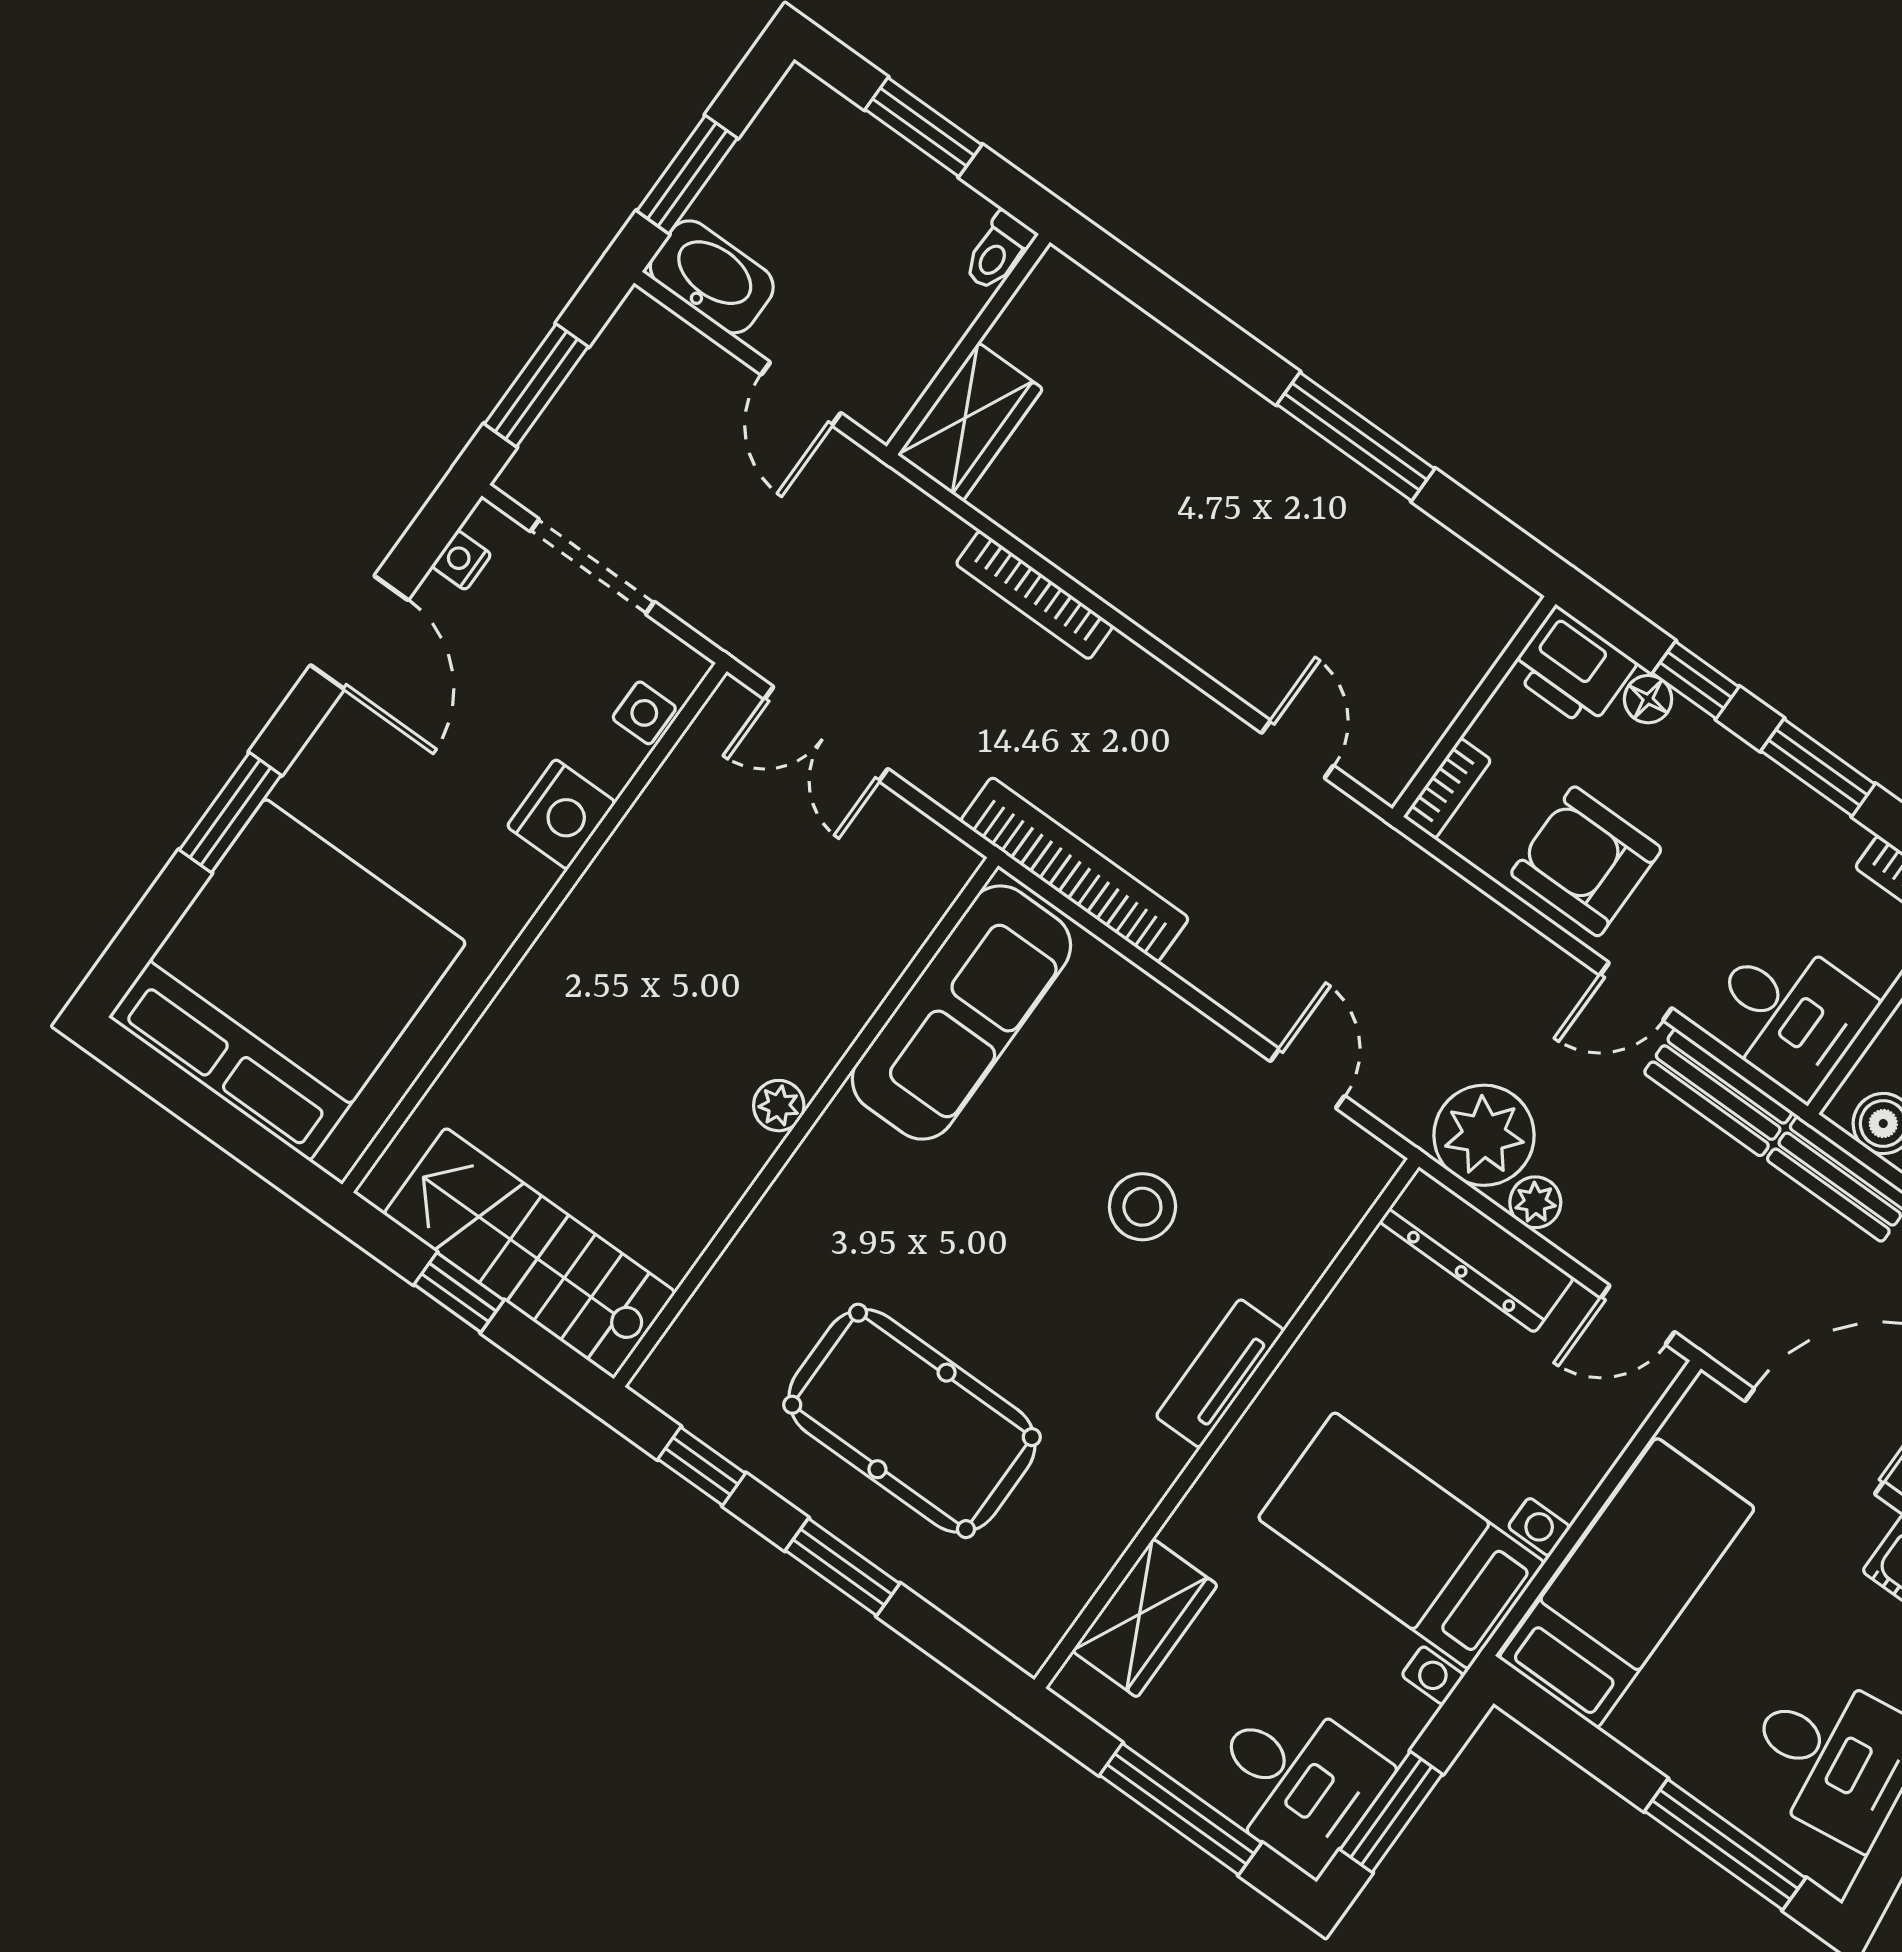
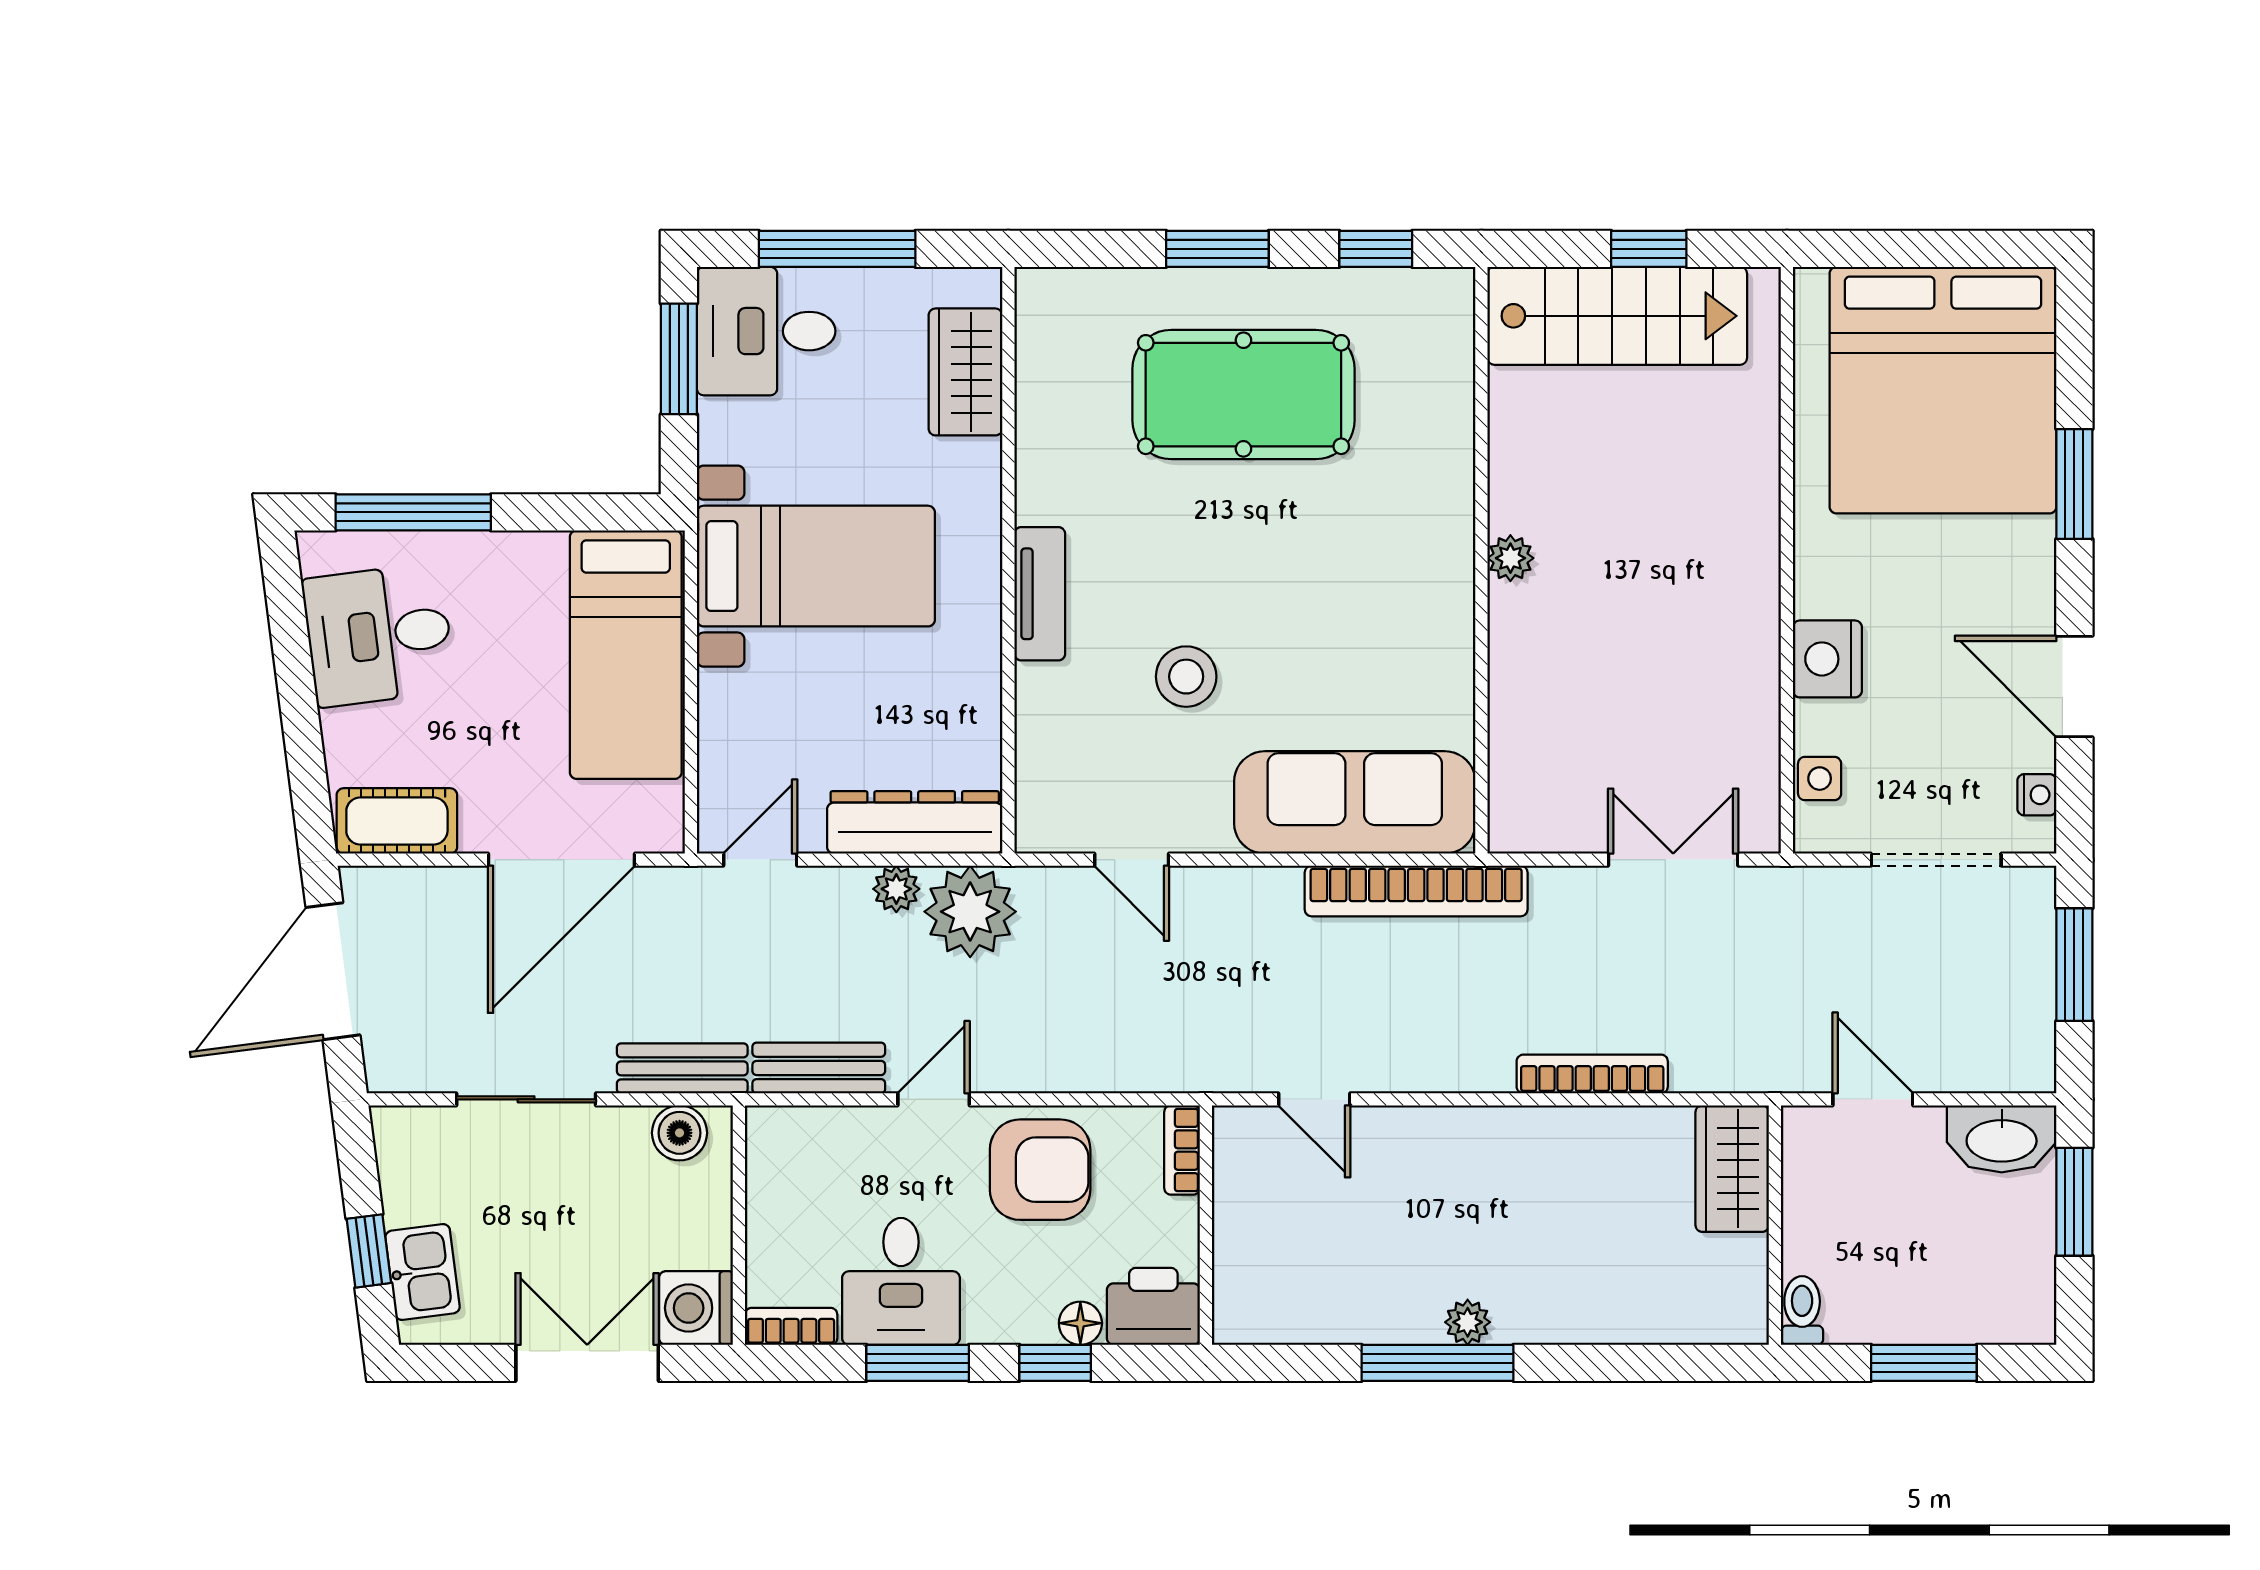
plant: (1303, 454) -> (1468, 1322), added
sofa: (961, 1013) -> (1355, 802), moved, turned 90
desk: (1789, 1014) -> (901, 1281), moved, turned -90

